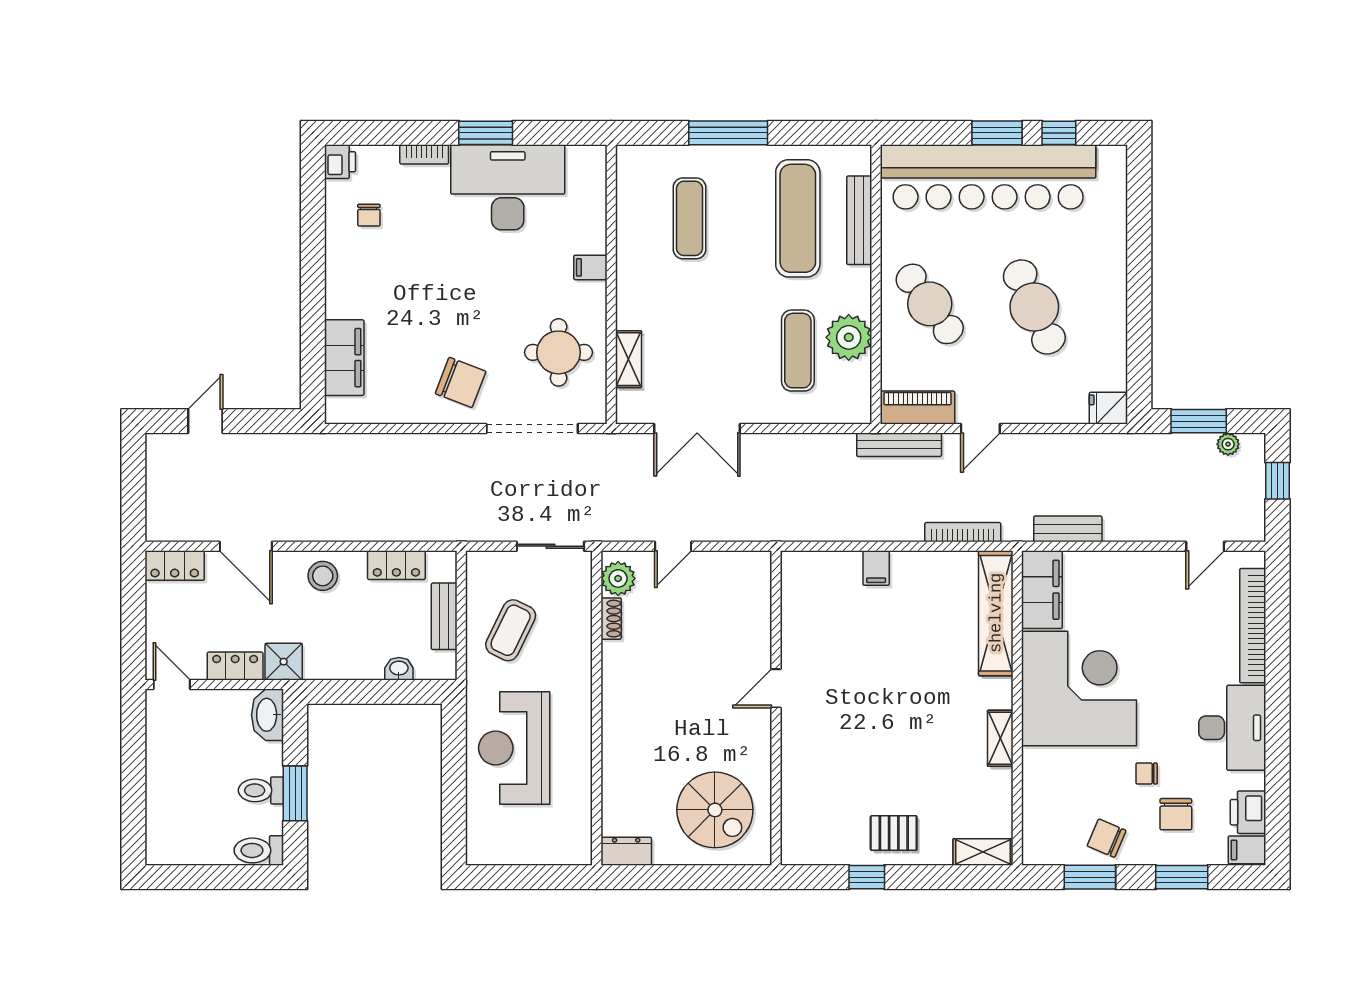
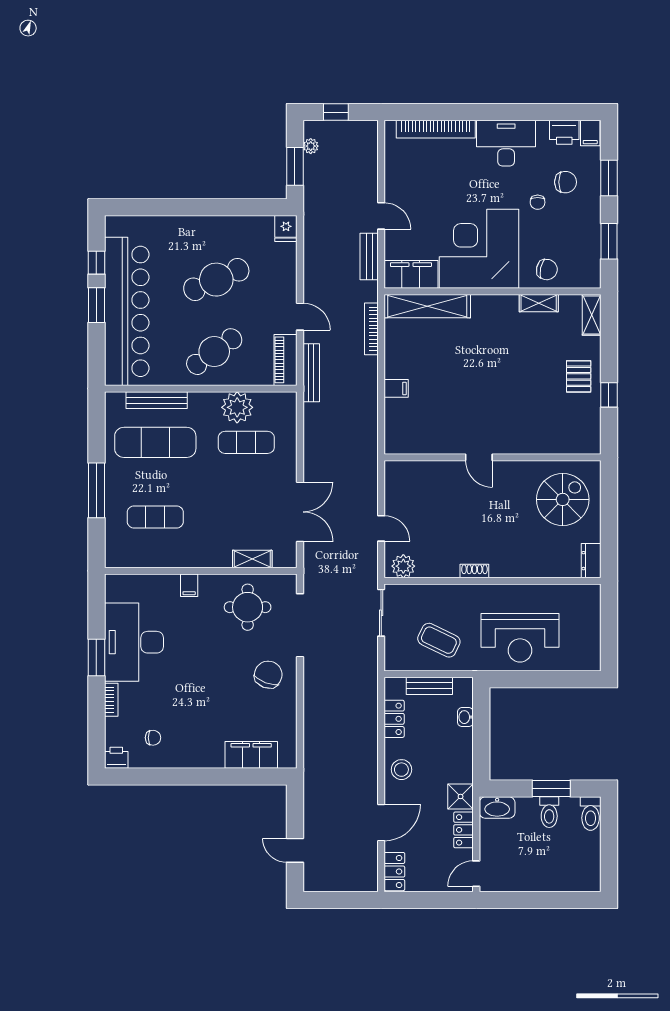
door: (1205, 546) -> (381, 216), moved
shoe rack: (611, 619) -> (474, 571), moved
shelving: (1000, 738) -> (539, 303), moved
chair: (1107, 838) -> (547, 270), moved, turned -101

